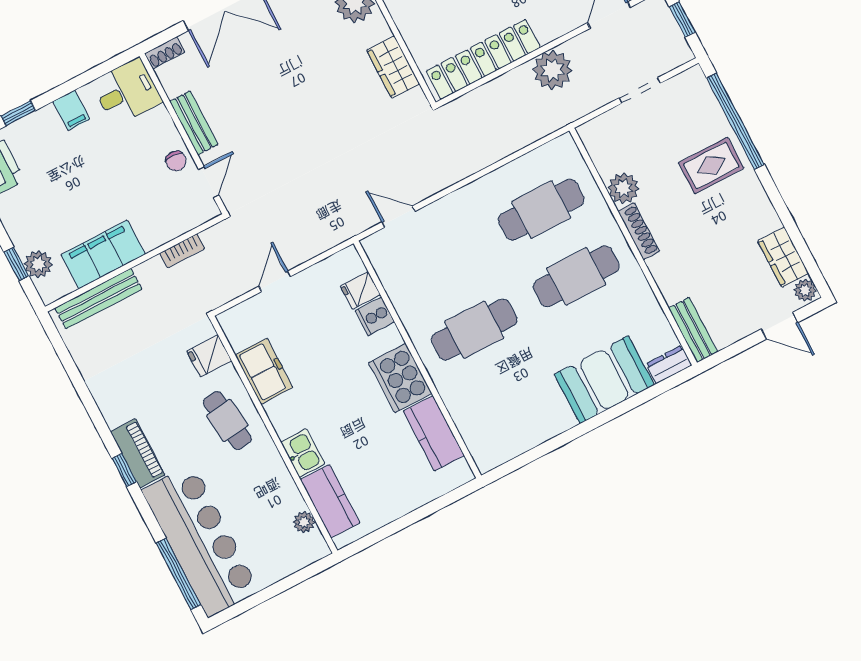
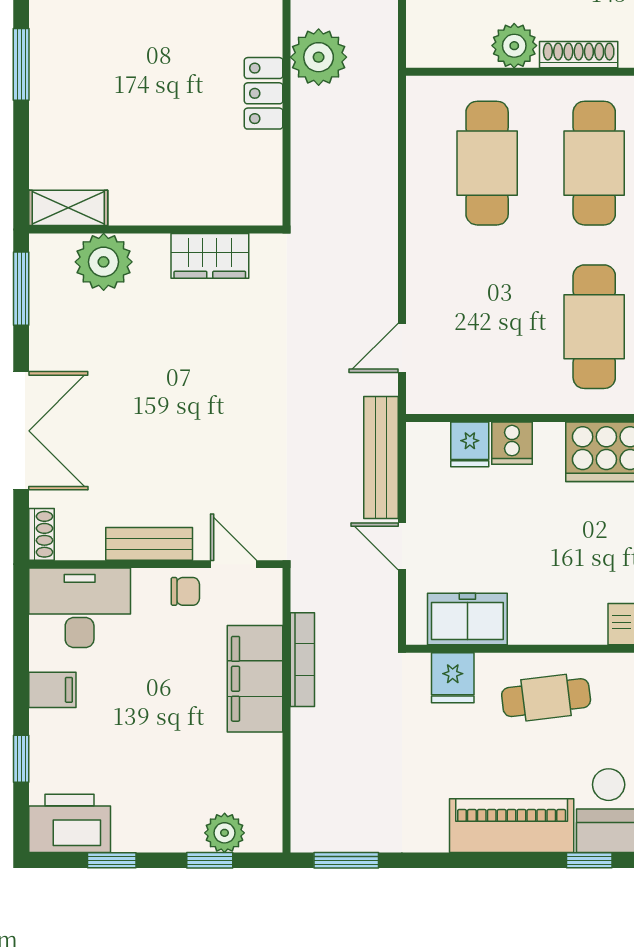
locker: (483, 59) -> (264, 93), width x0.46, depth x0.83
desk: (127, 92) -> (80, 608), width x1.37
bookcase: (182, 251) -> (302, 660), width x1.56
filing cabinet: (103, 254) -> (255, 679), moved
bench: (98, 299) -> (381, 457), moved
window: (61, 349) -> (346, 860), added
freezer: (264, 371) -> (467, 619), moved
piano: (138, 453) -> (512, 826), width x1.37, depth x1.33
window: (124, 470) -> (589, 860), moved

